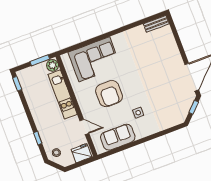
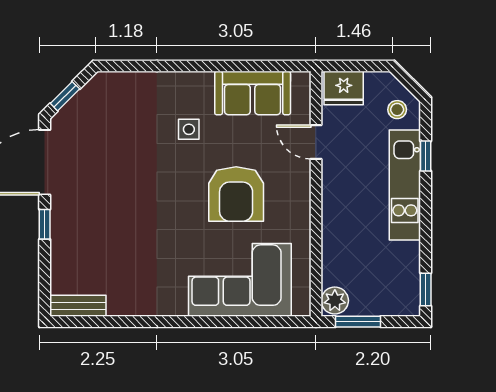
window: (182, 52) -> (45, 224), added
kitchen unit: (63, 94) -> (405, 185), moved, turned 180
armchair: (109, 94) -> (236, 194), turned 180

